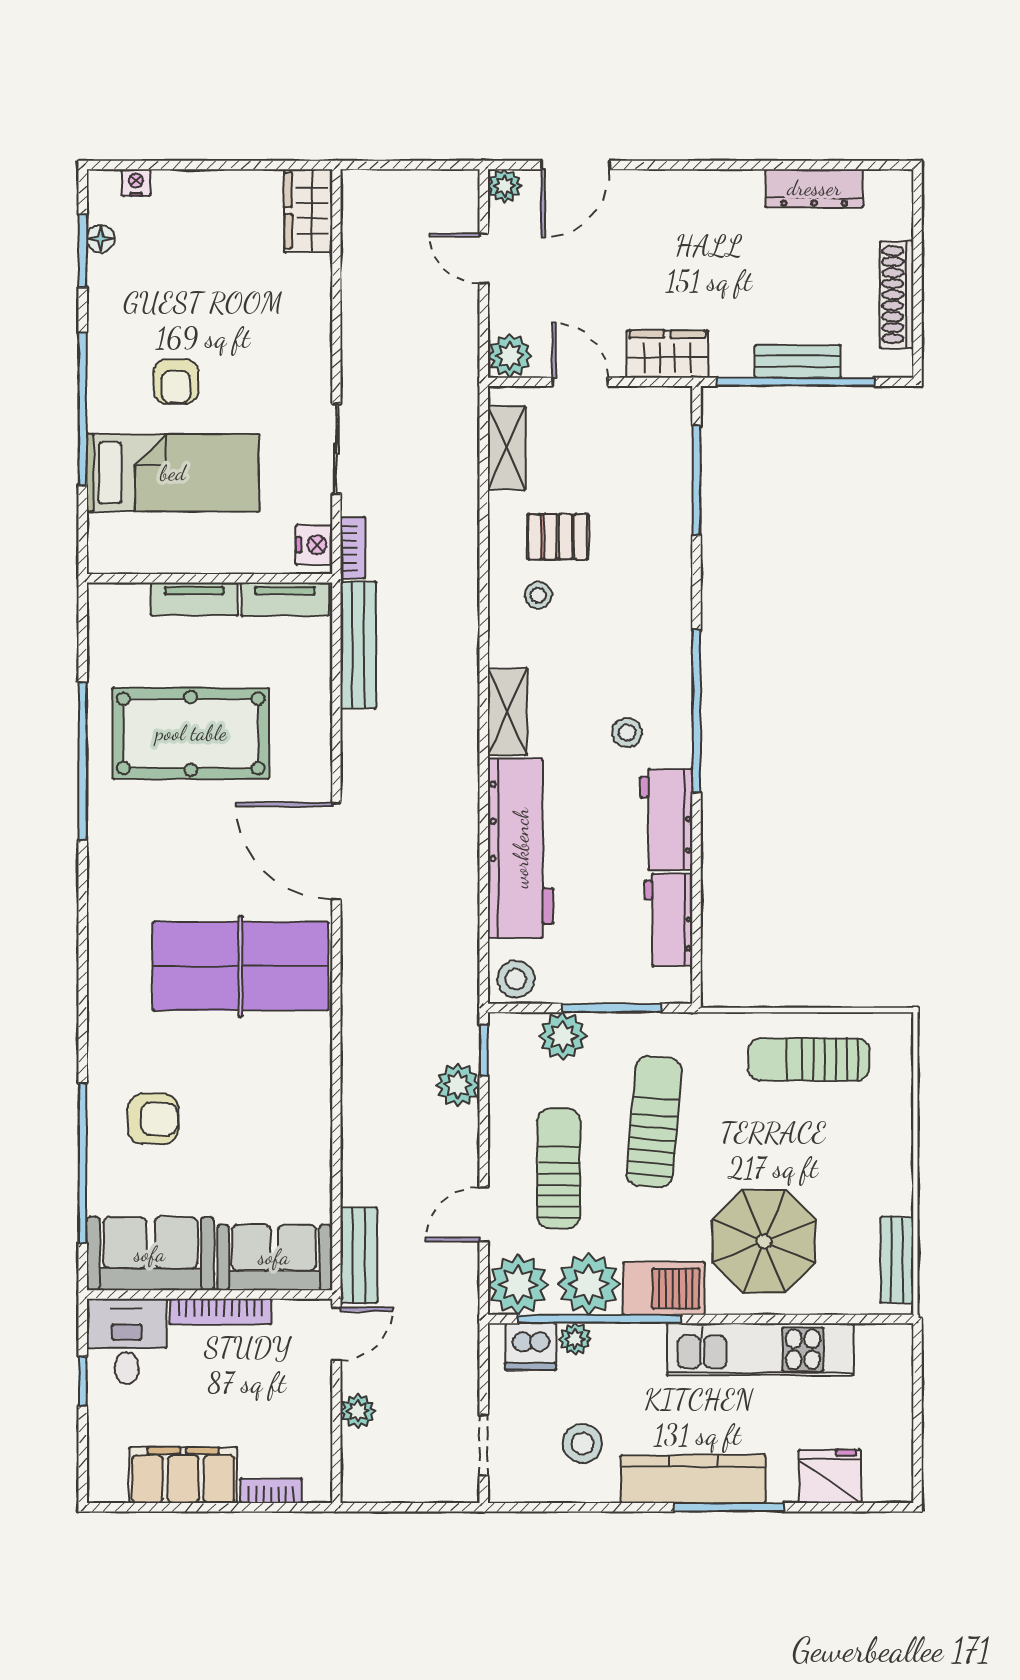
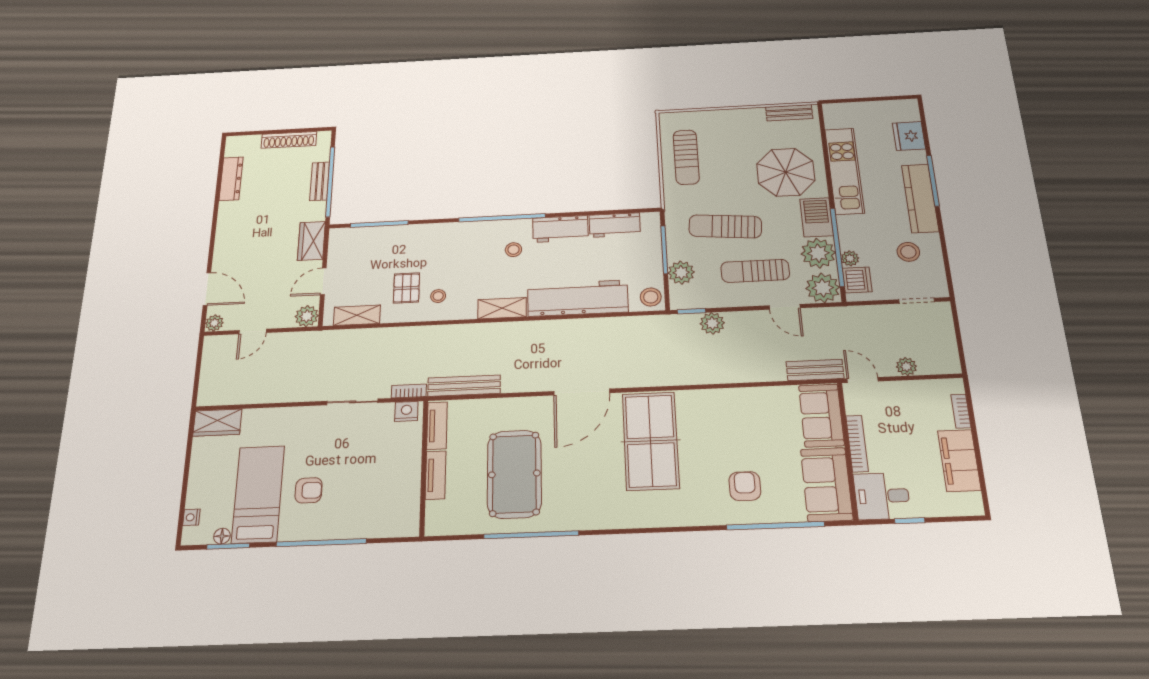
bed: (173, 473) -> (258, 494), moved

